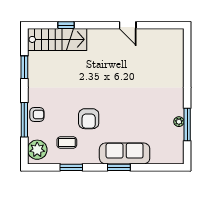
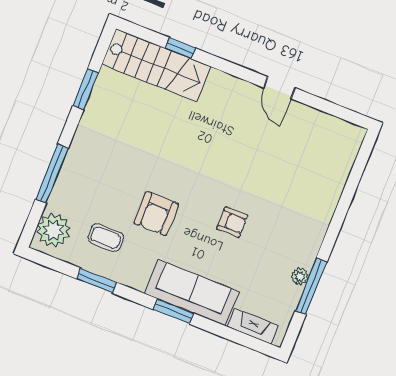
armchair: (37, 114) -> (232, 222), moved
fireplace: (164, 158) -> (253, 326), added

